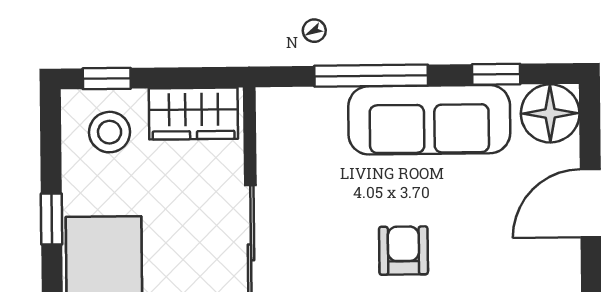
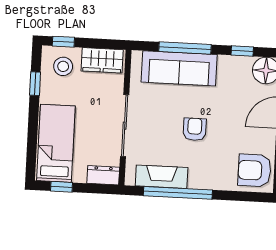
sofa: (429, 120) -> (179, 68), moved
window: (52, 219) -> (35, 84), moved

